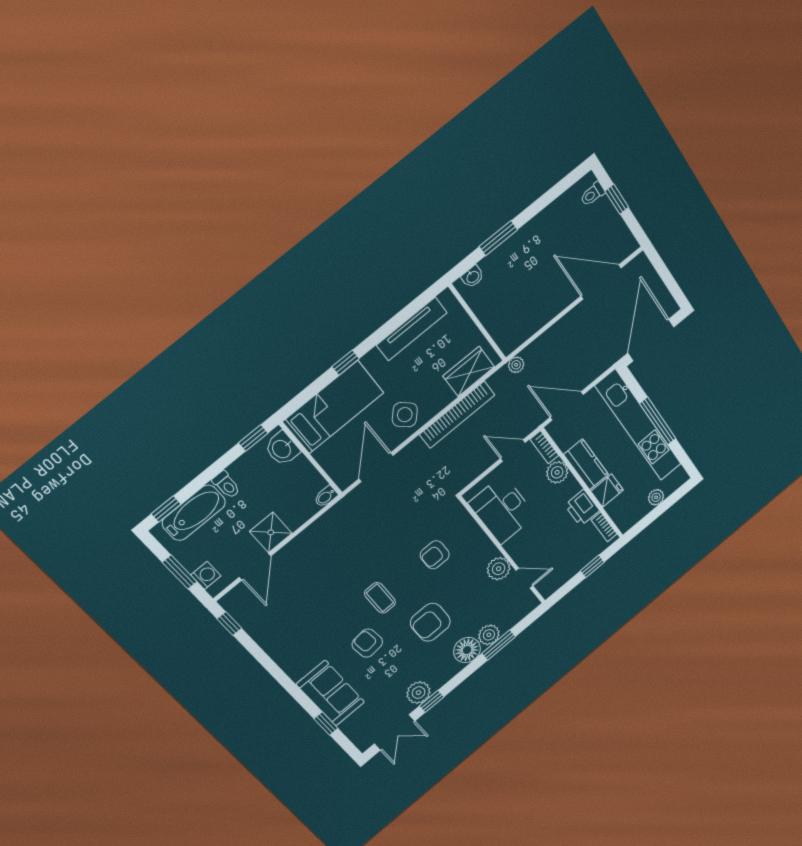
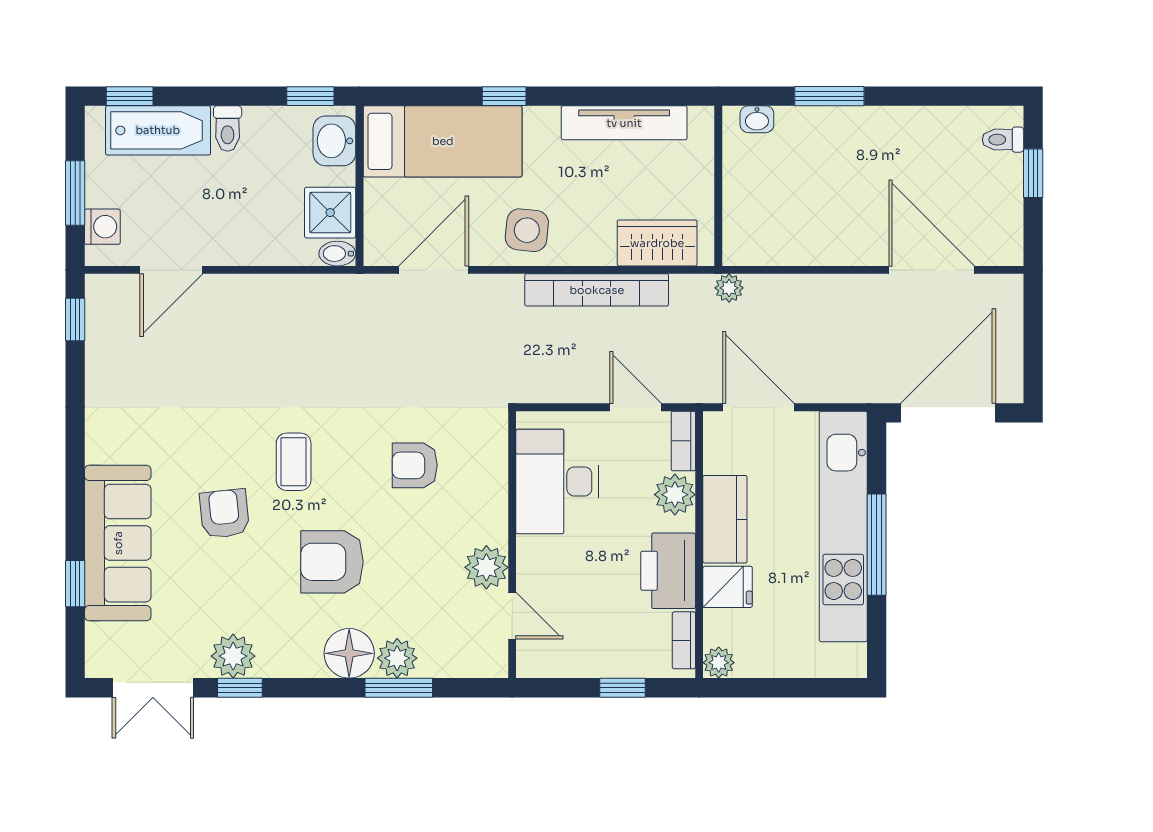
side table: (405, 415) -> (527, 230), turned -37
plant: (656, 497) -> (719, 663), moved
printer: (582, 508) -> (668, 571), width x1.37, depth x1.19
shower: (271, 532) -> (330, 213), moved
sofa: (331, 693) -> (118, 543), width x1.36

